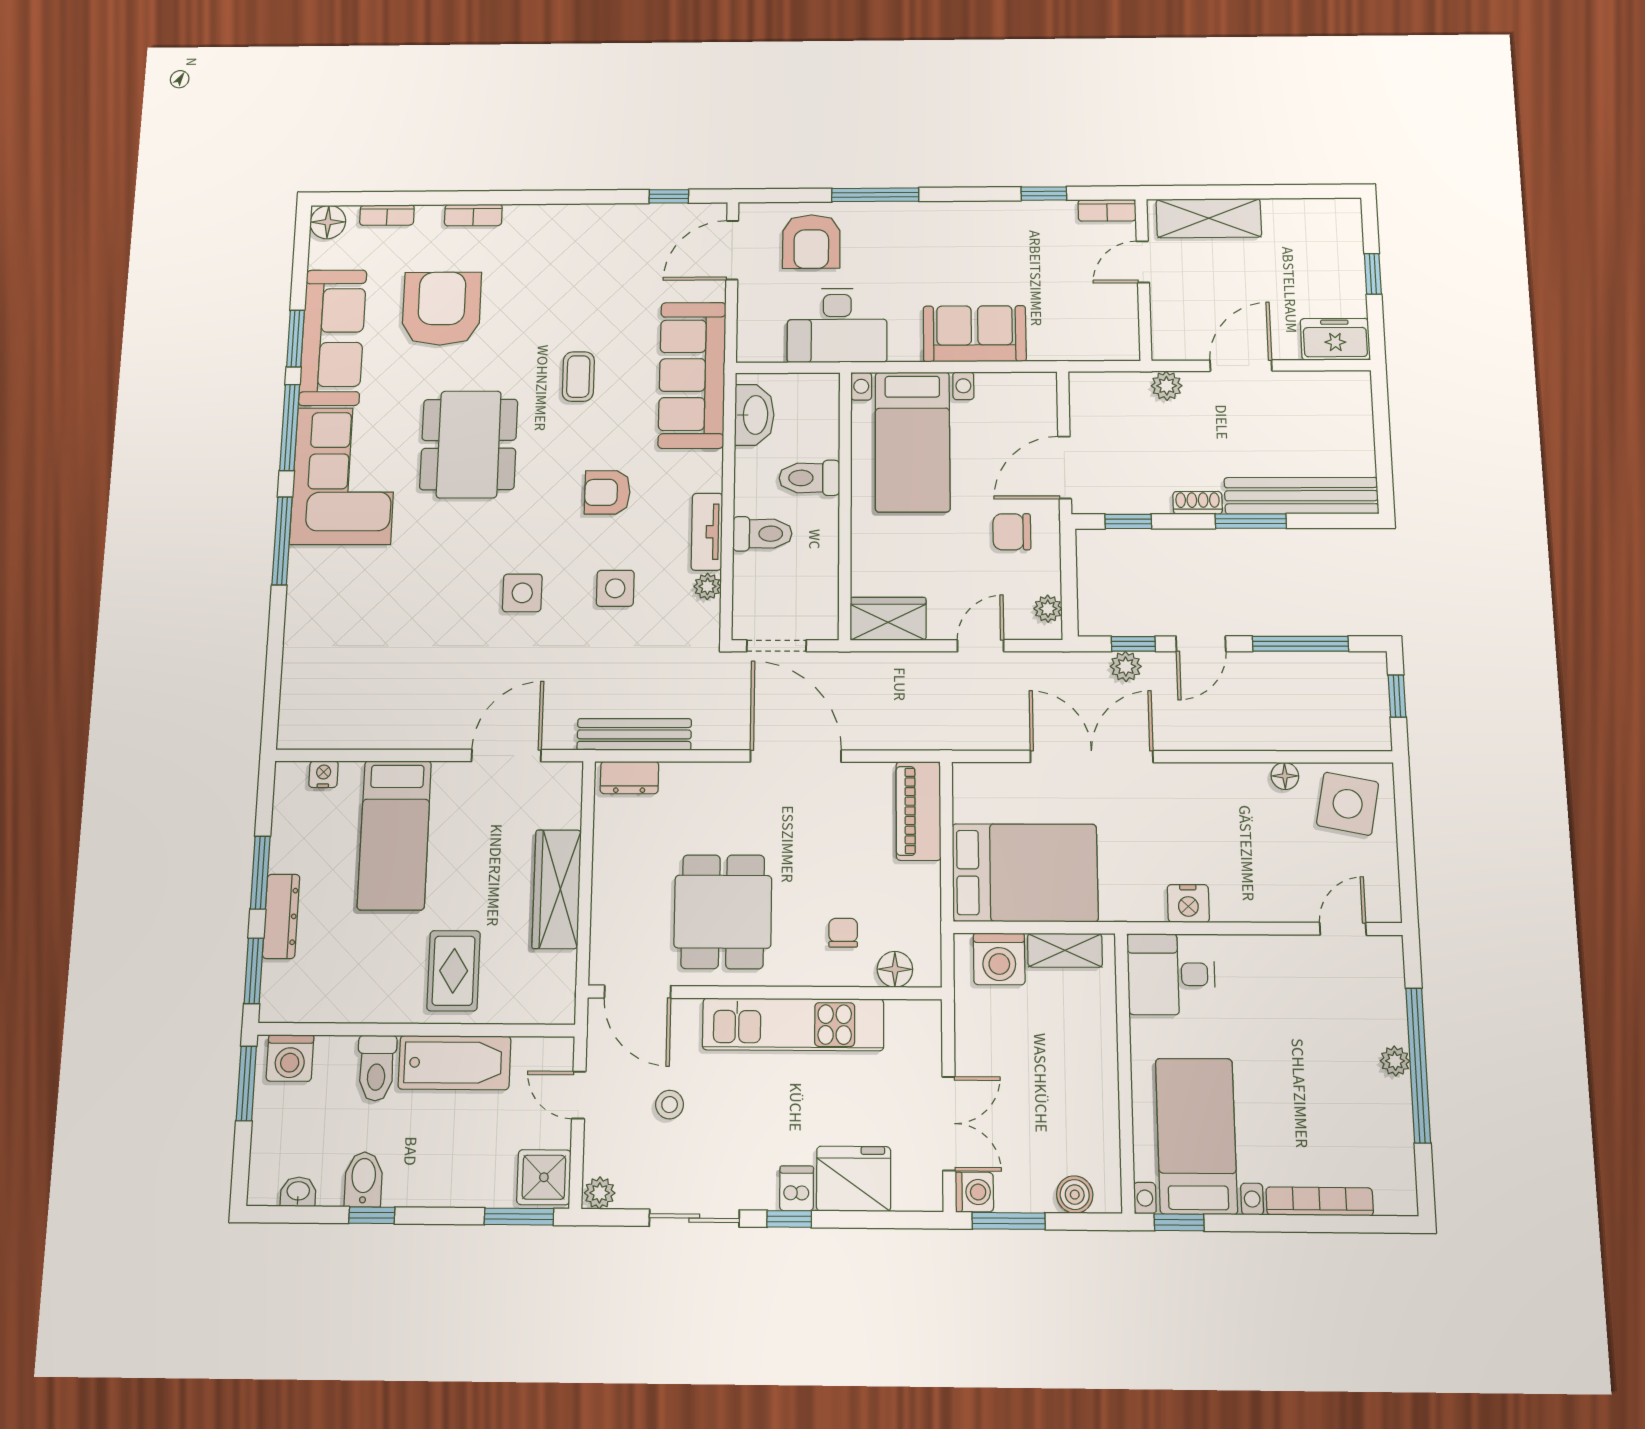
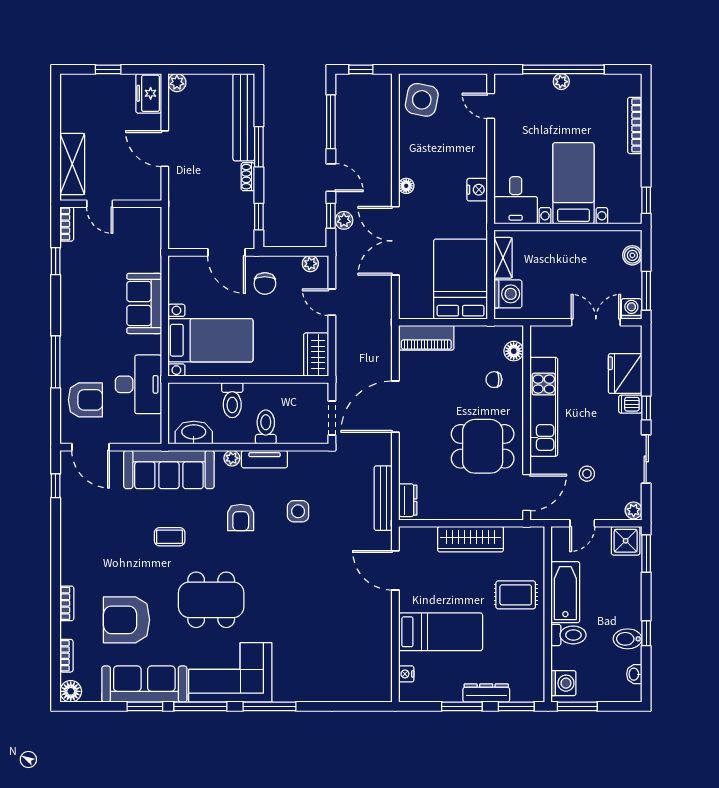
plant: (1167, 386) -> (177, 83), moved
plant: (707, 586) -> (232, 458), moved
side table: (522, 593) -> (301, 565), removed
floor lamp: (1285, 776) -> (406, 186), moved
bed with nightstands: (1196, 1136) -> (573, 183), moved, turned 90

